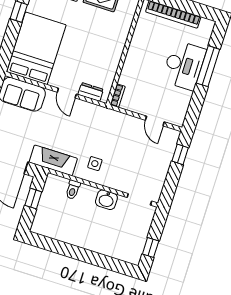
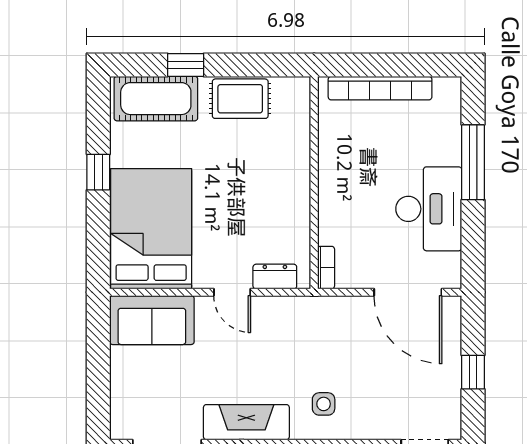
desk: (184, 65) -> (429, 209), moved
door: (155, 121) -> (408, 292), width x1.87
window: (180, 154) -> (473, 372), moved

